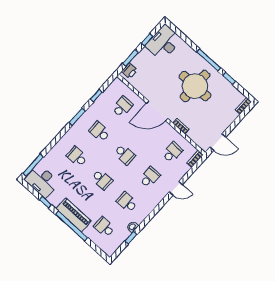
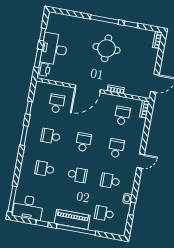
desk: (164, 43) -> (54, 49), moved
round table: (195, 86) -> (107, 48), width x0.73, depth x0.73
school desk: (125, 154) -> (83, 142), turned -90
door: (176, 188) -> (141, 161), moved

